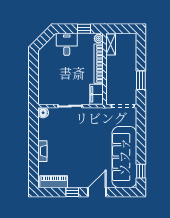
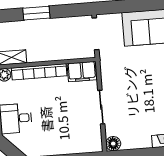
window: (141, 80) -> (36, 13), moved

